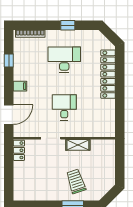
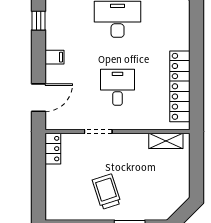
locker: (108, 74) -> (180, 86), moved
shelving: (78, 145) -> (166, 141), moved
trolley: (76, 181) -> (107, 192), moved

